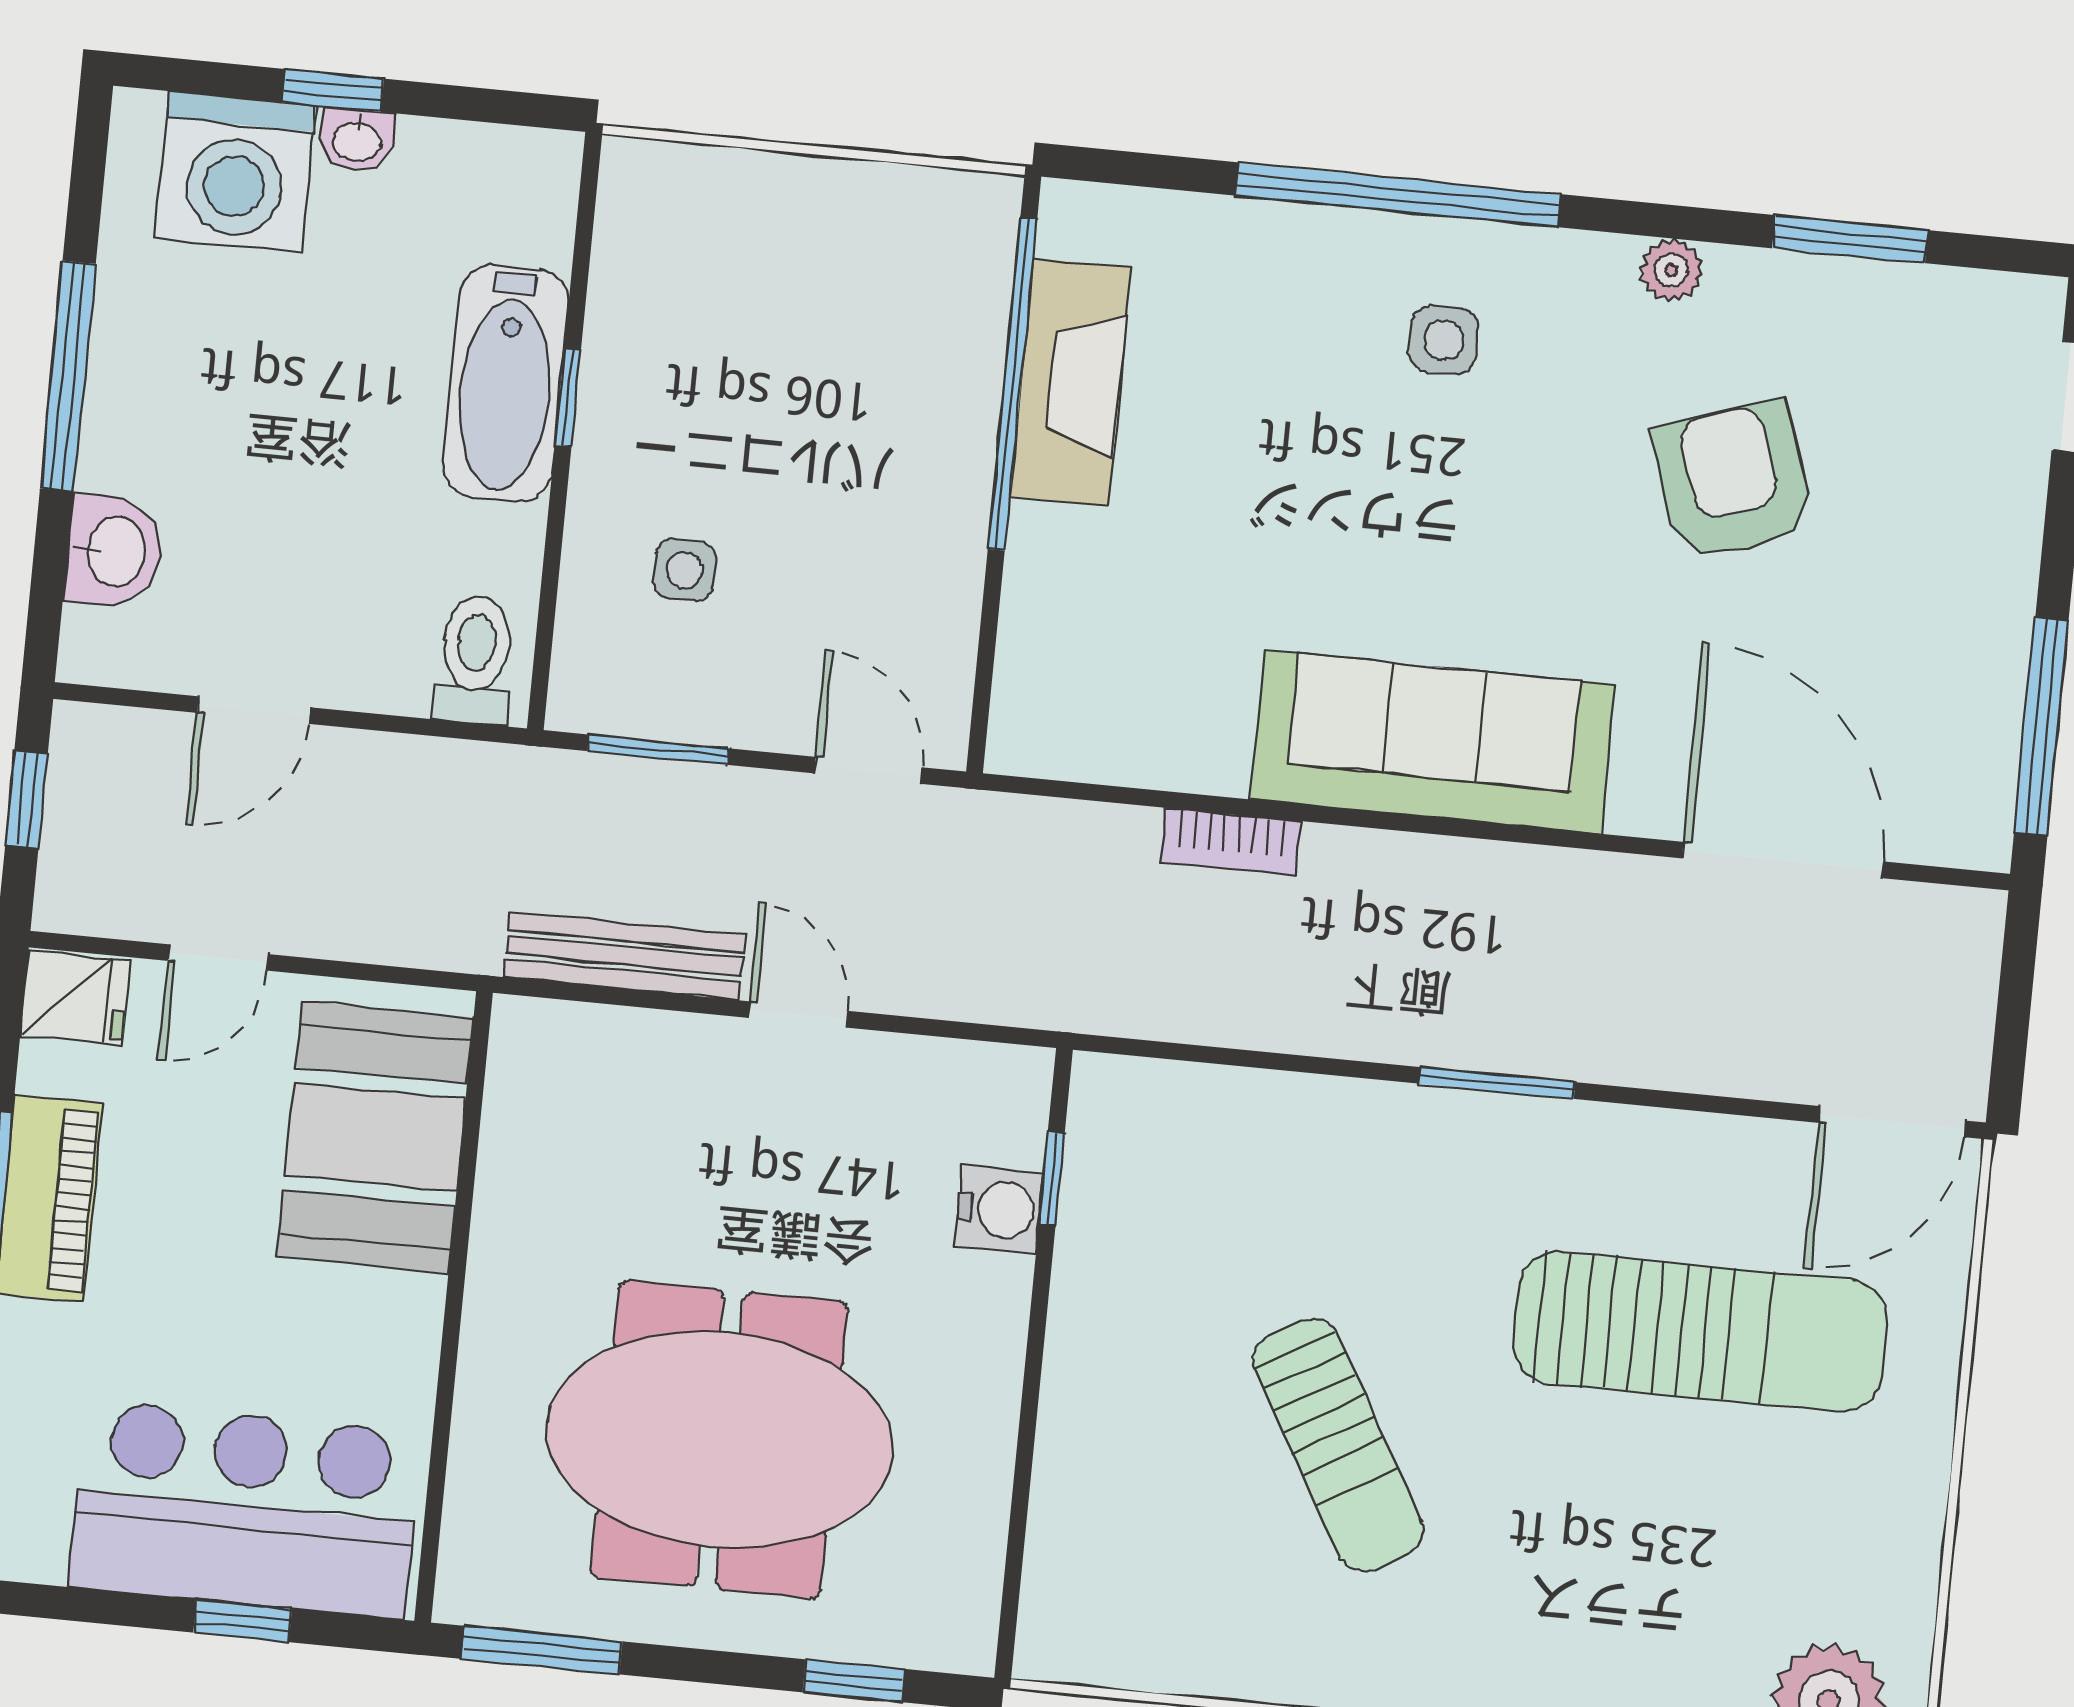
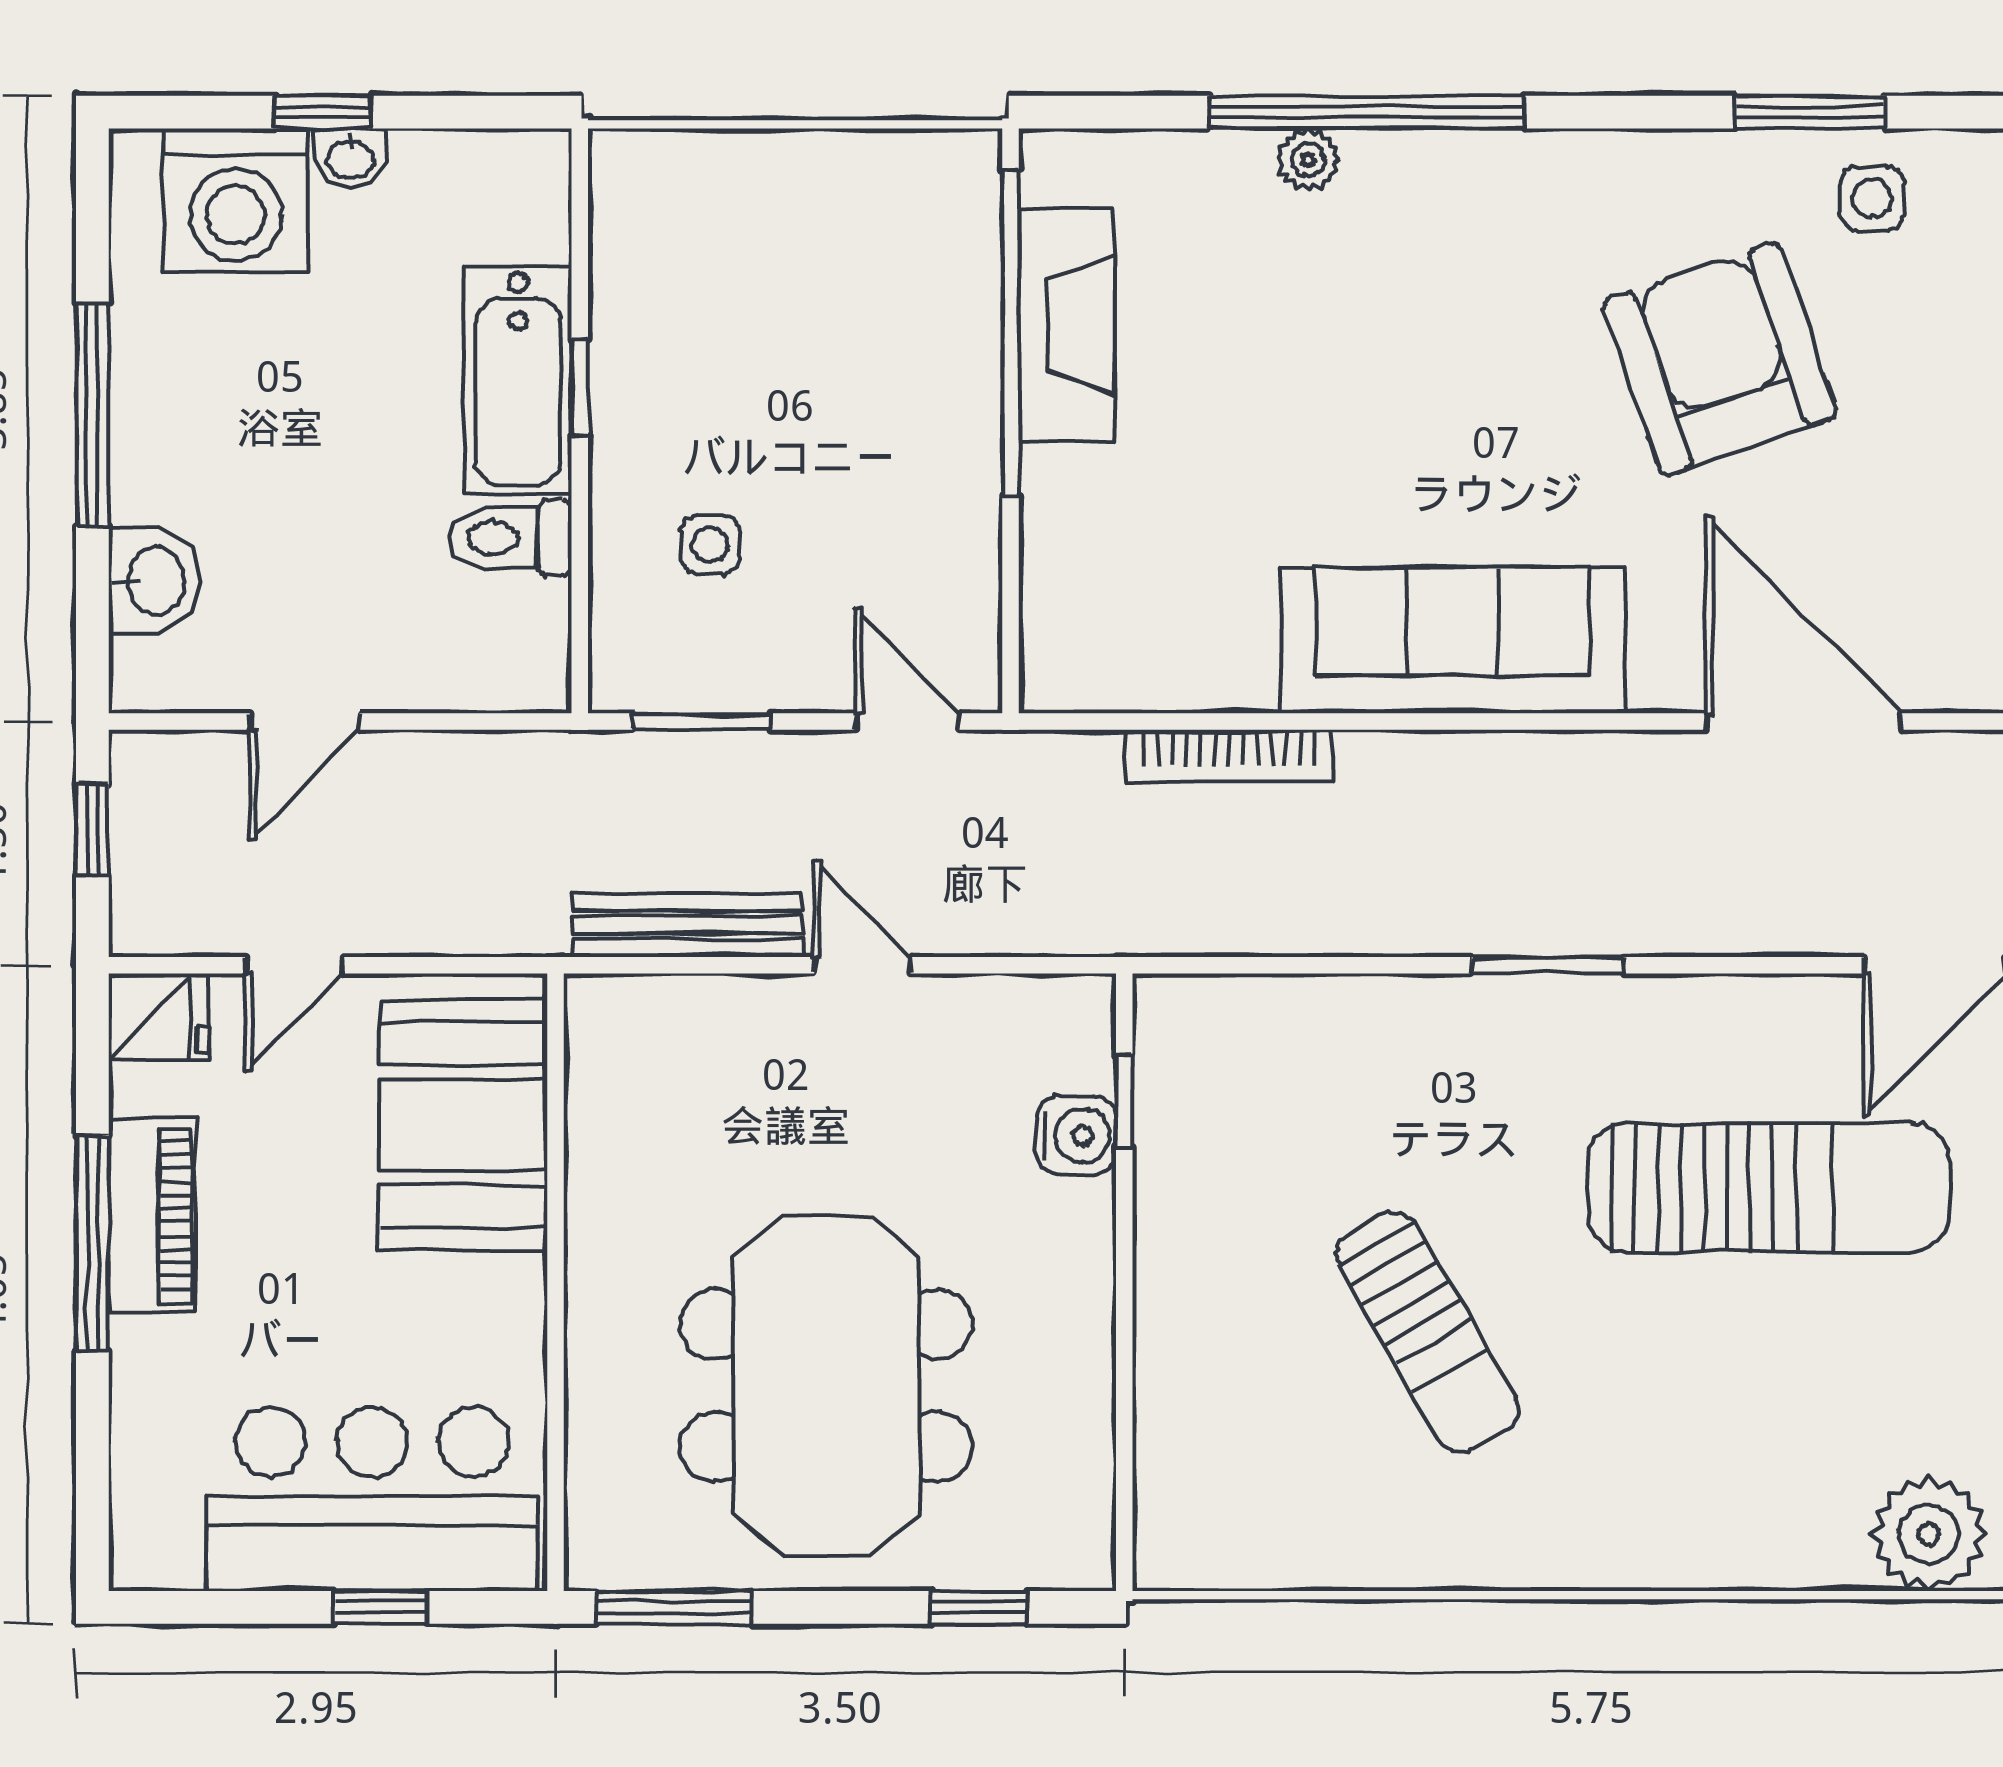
plant: (1671, 270) -> (1308, 159), moved
side table: (1444, 340) -> (1872, 198), moved
armchair: (1733, 481) -> (1720, 359), width x1.36, depth x1.36
toilet: (475, 660) -> (510, 538), moved, turned -90
bookcase: (1231, 842) -> (1229, 756), width x1.56
meeting table: (720, 1439) -> (826, 1386), turned 90

